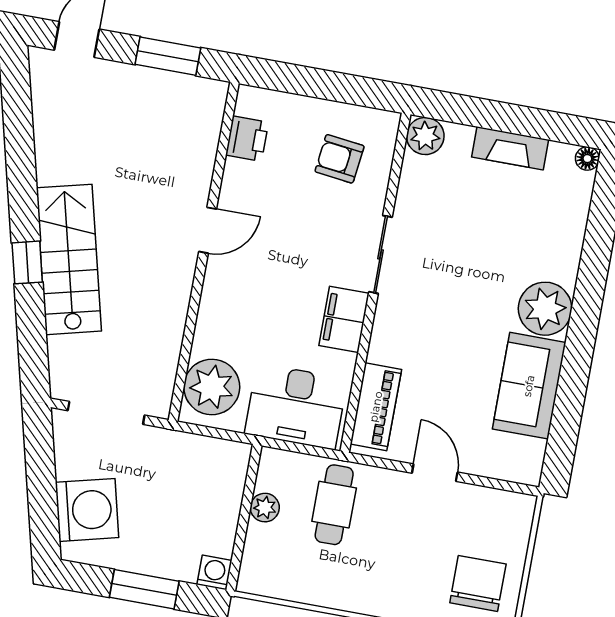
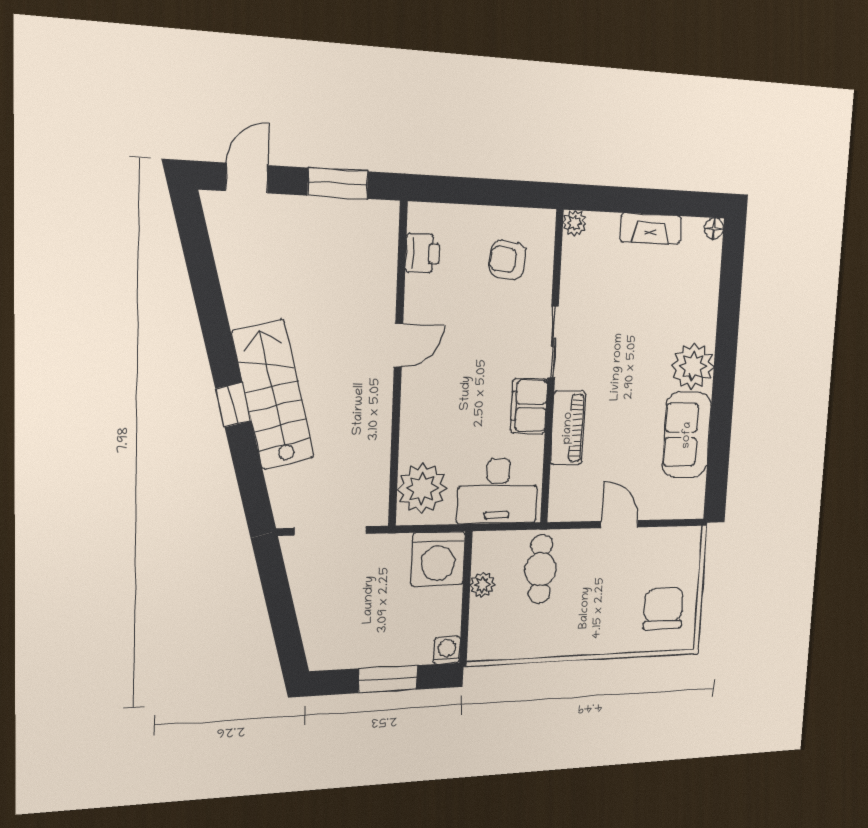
plant: (425, 136) -> (575, 223), width x0.73, depth x0.73
piano: (376, 407) -> (568, 428), moved
washing machine: (87, 510) -> (438, 559), moved, turned 104

